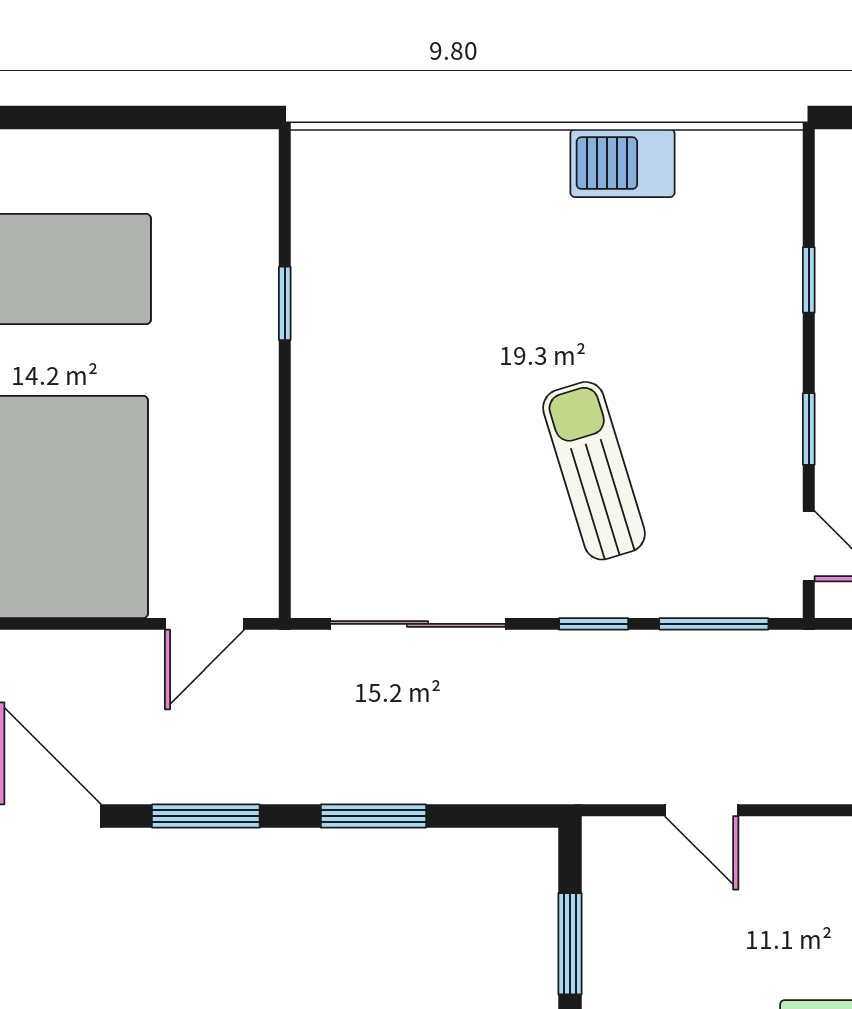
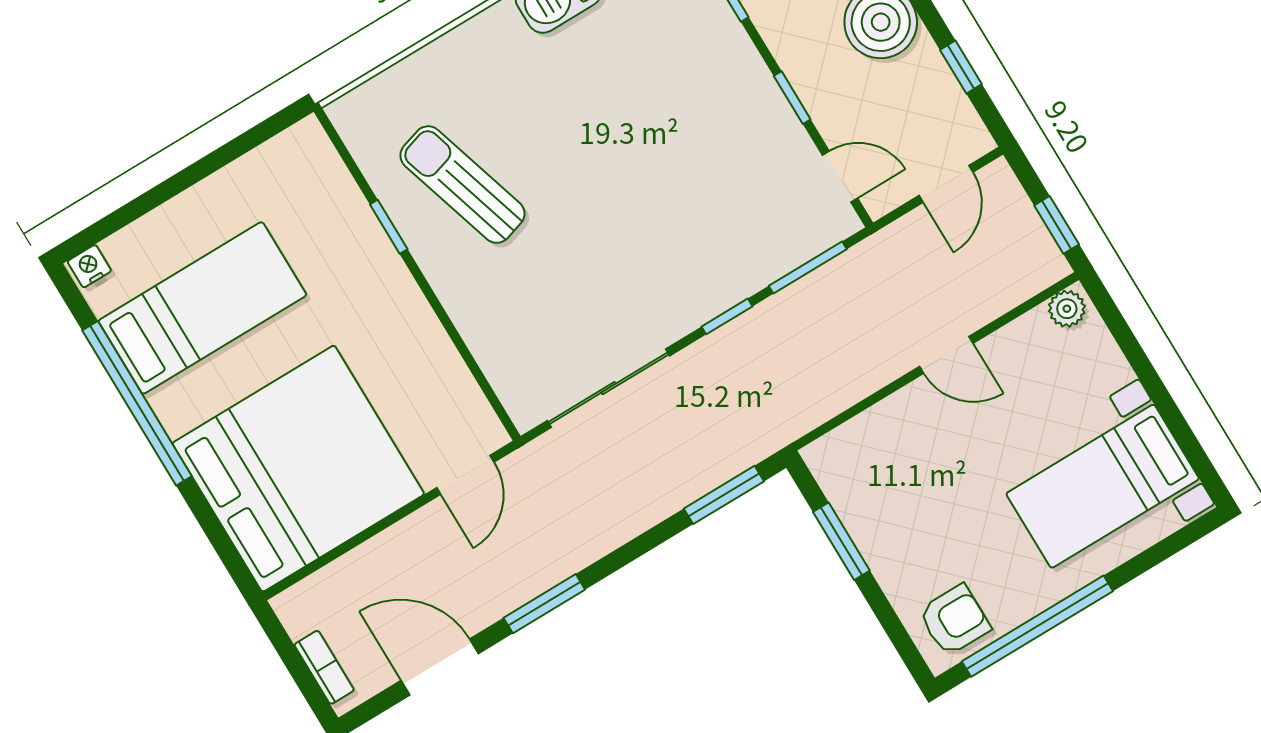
sun lounger: (594, 471) -> (462, 185), moved
door: (702, 810) -> (946, 355), moved
window: (373, 816) -> (724, 495), moved

